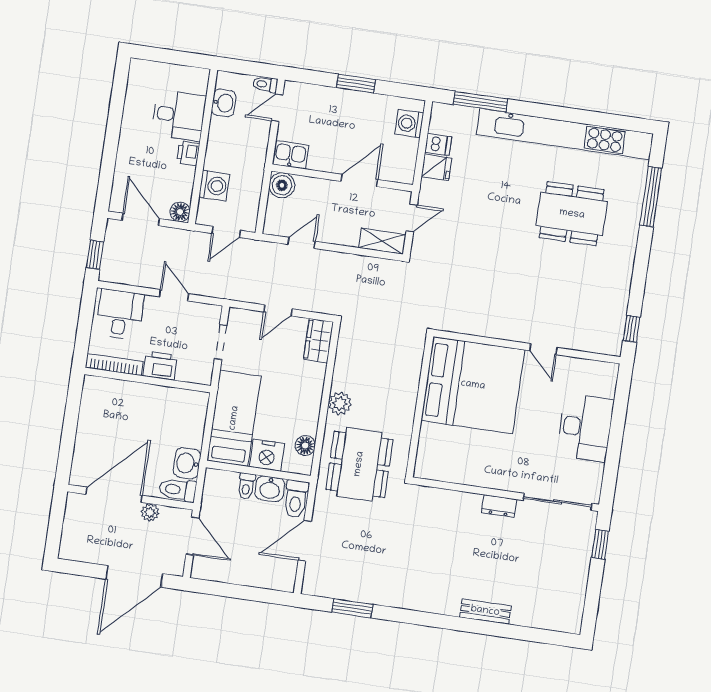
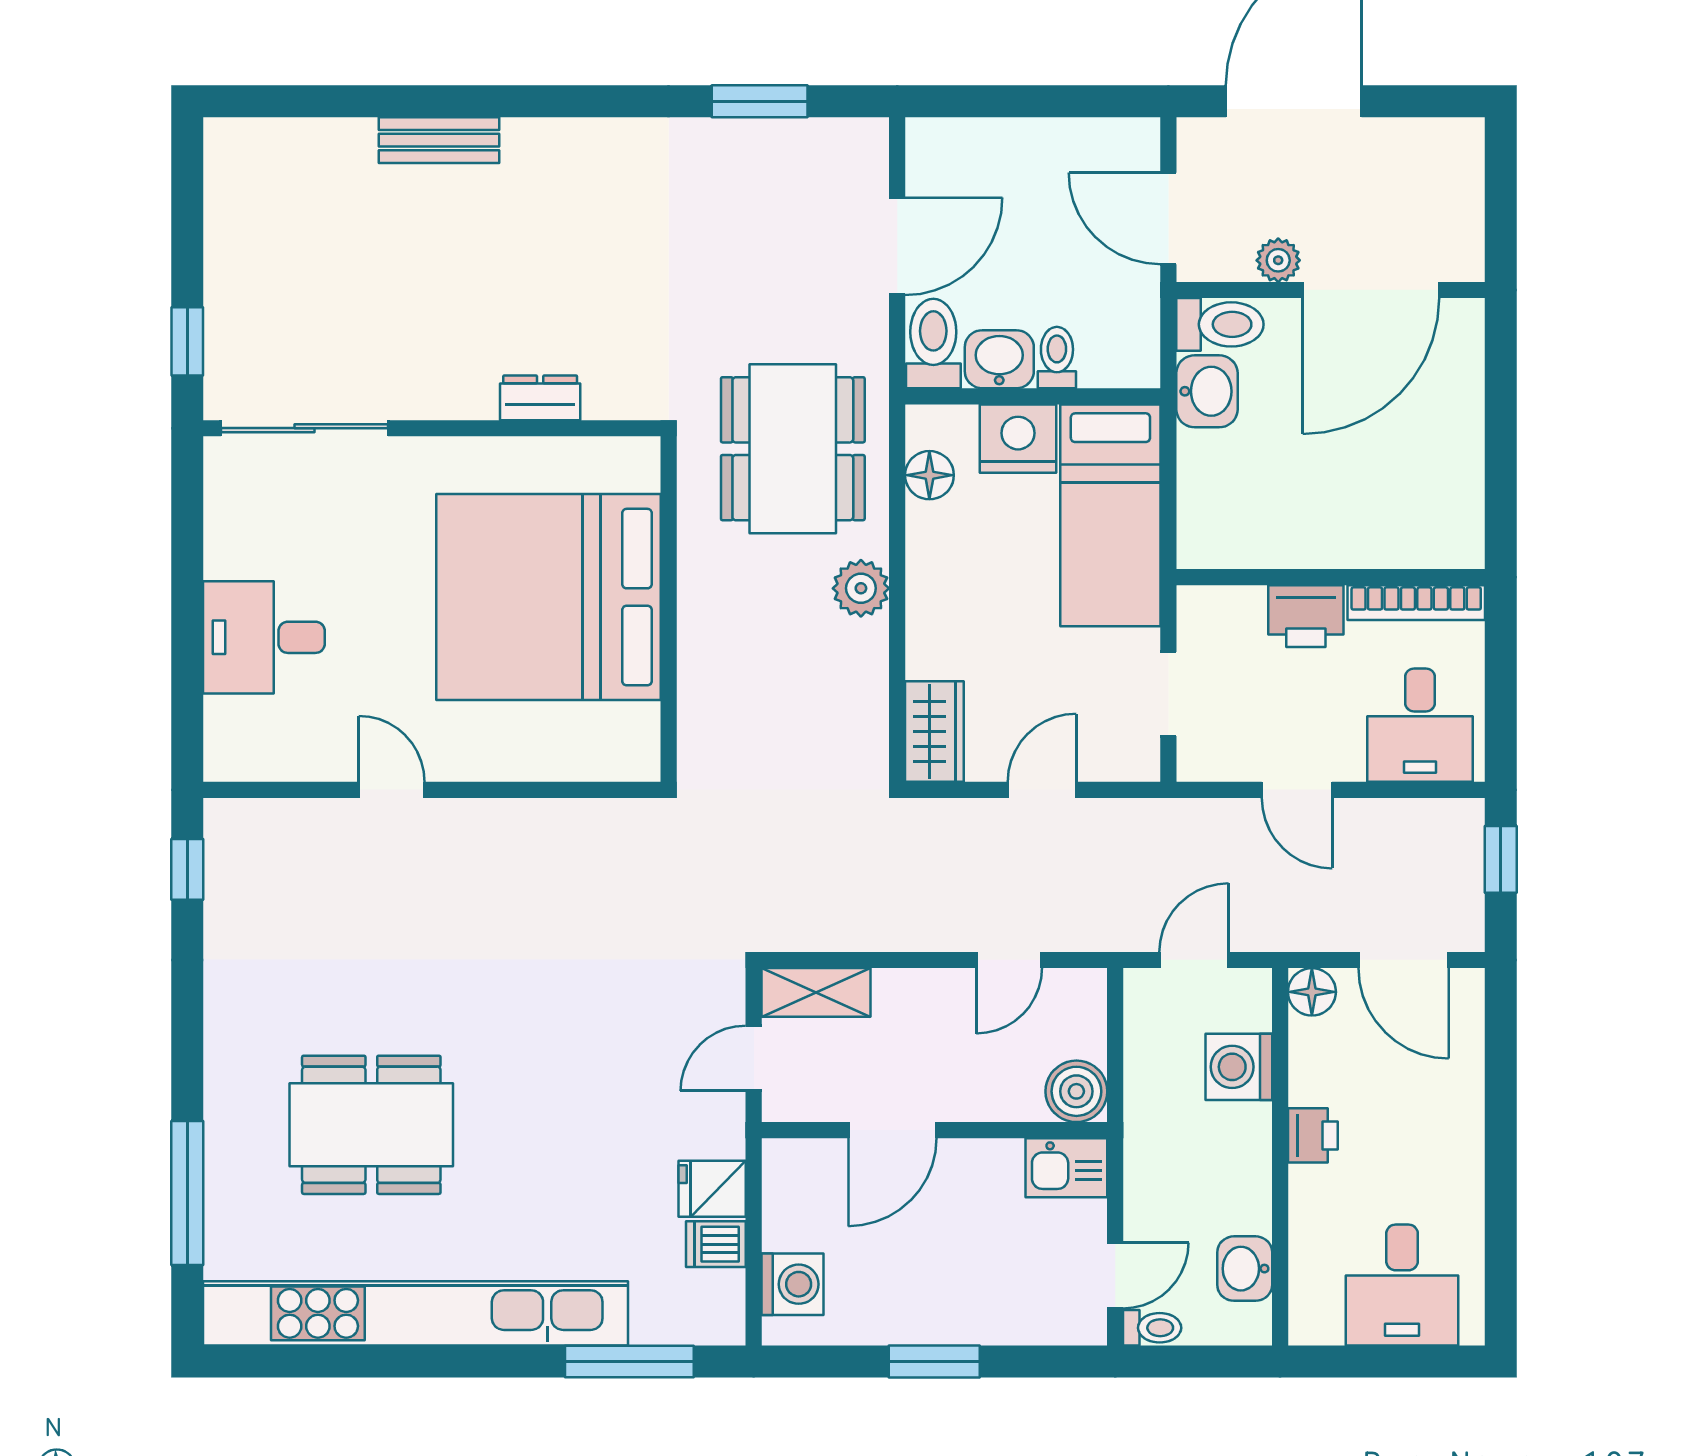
desk: (179, 115) -> (1402, 1285), moved, turned -90
bed: (473, 385) -> (548, 597), moved
desk: (585, 428) -> (264, 637), width x0.73
dresser: (499, 506) -> (540, 398), moved

